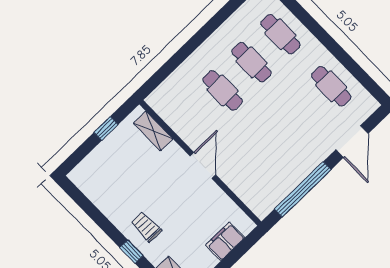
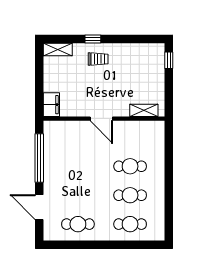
window: (106, 128) -> (169, 60), moved
filing cabinet: (225, 241) -> (51, 105), moved

